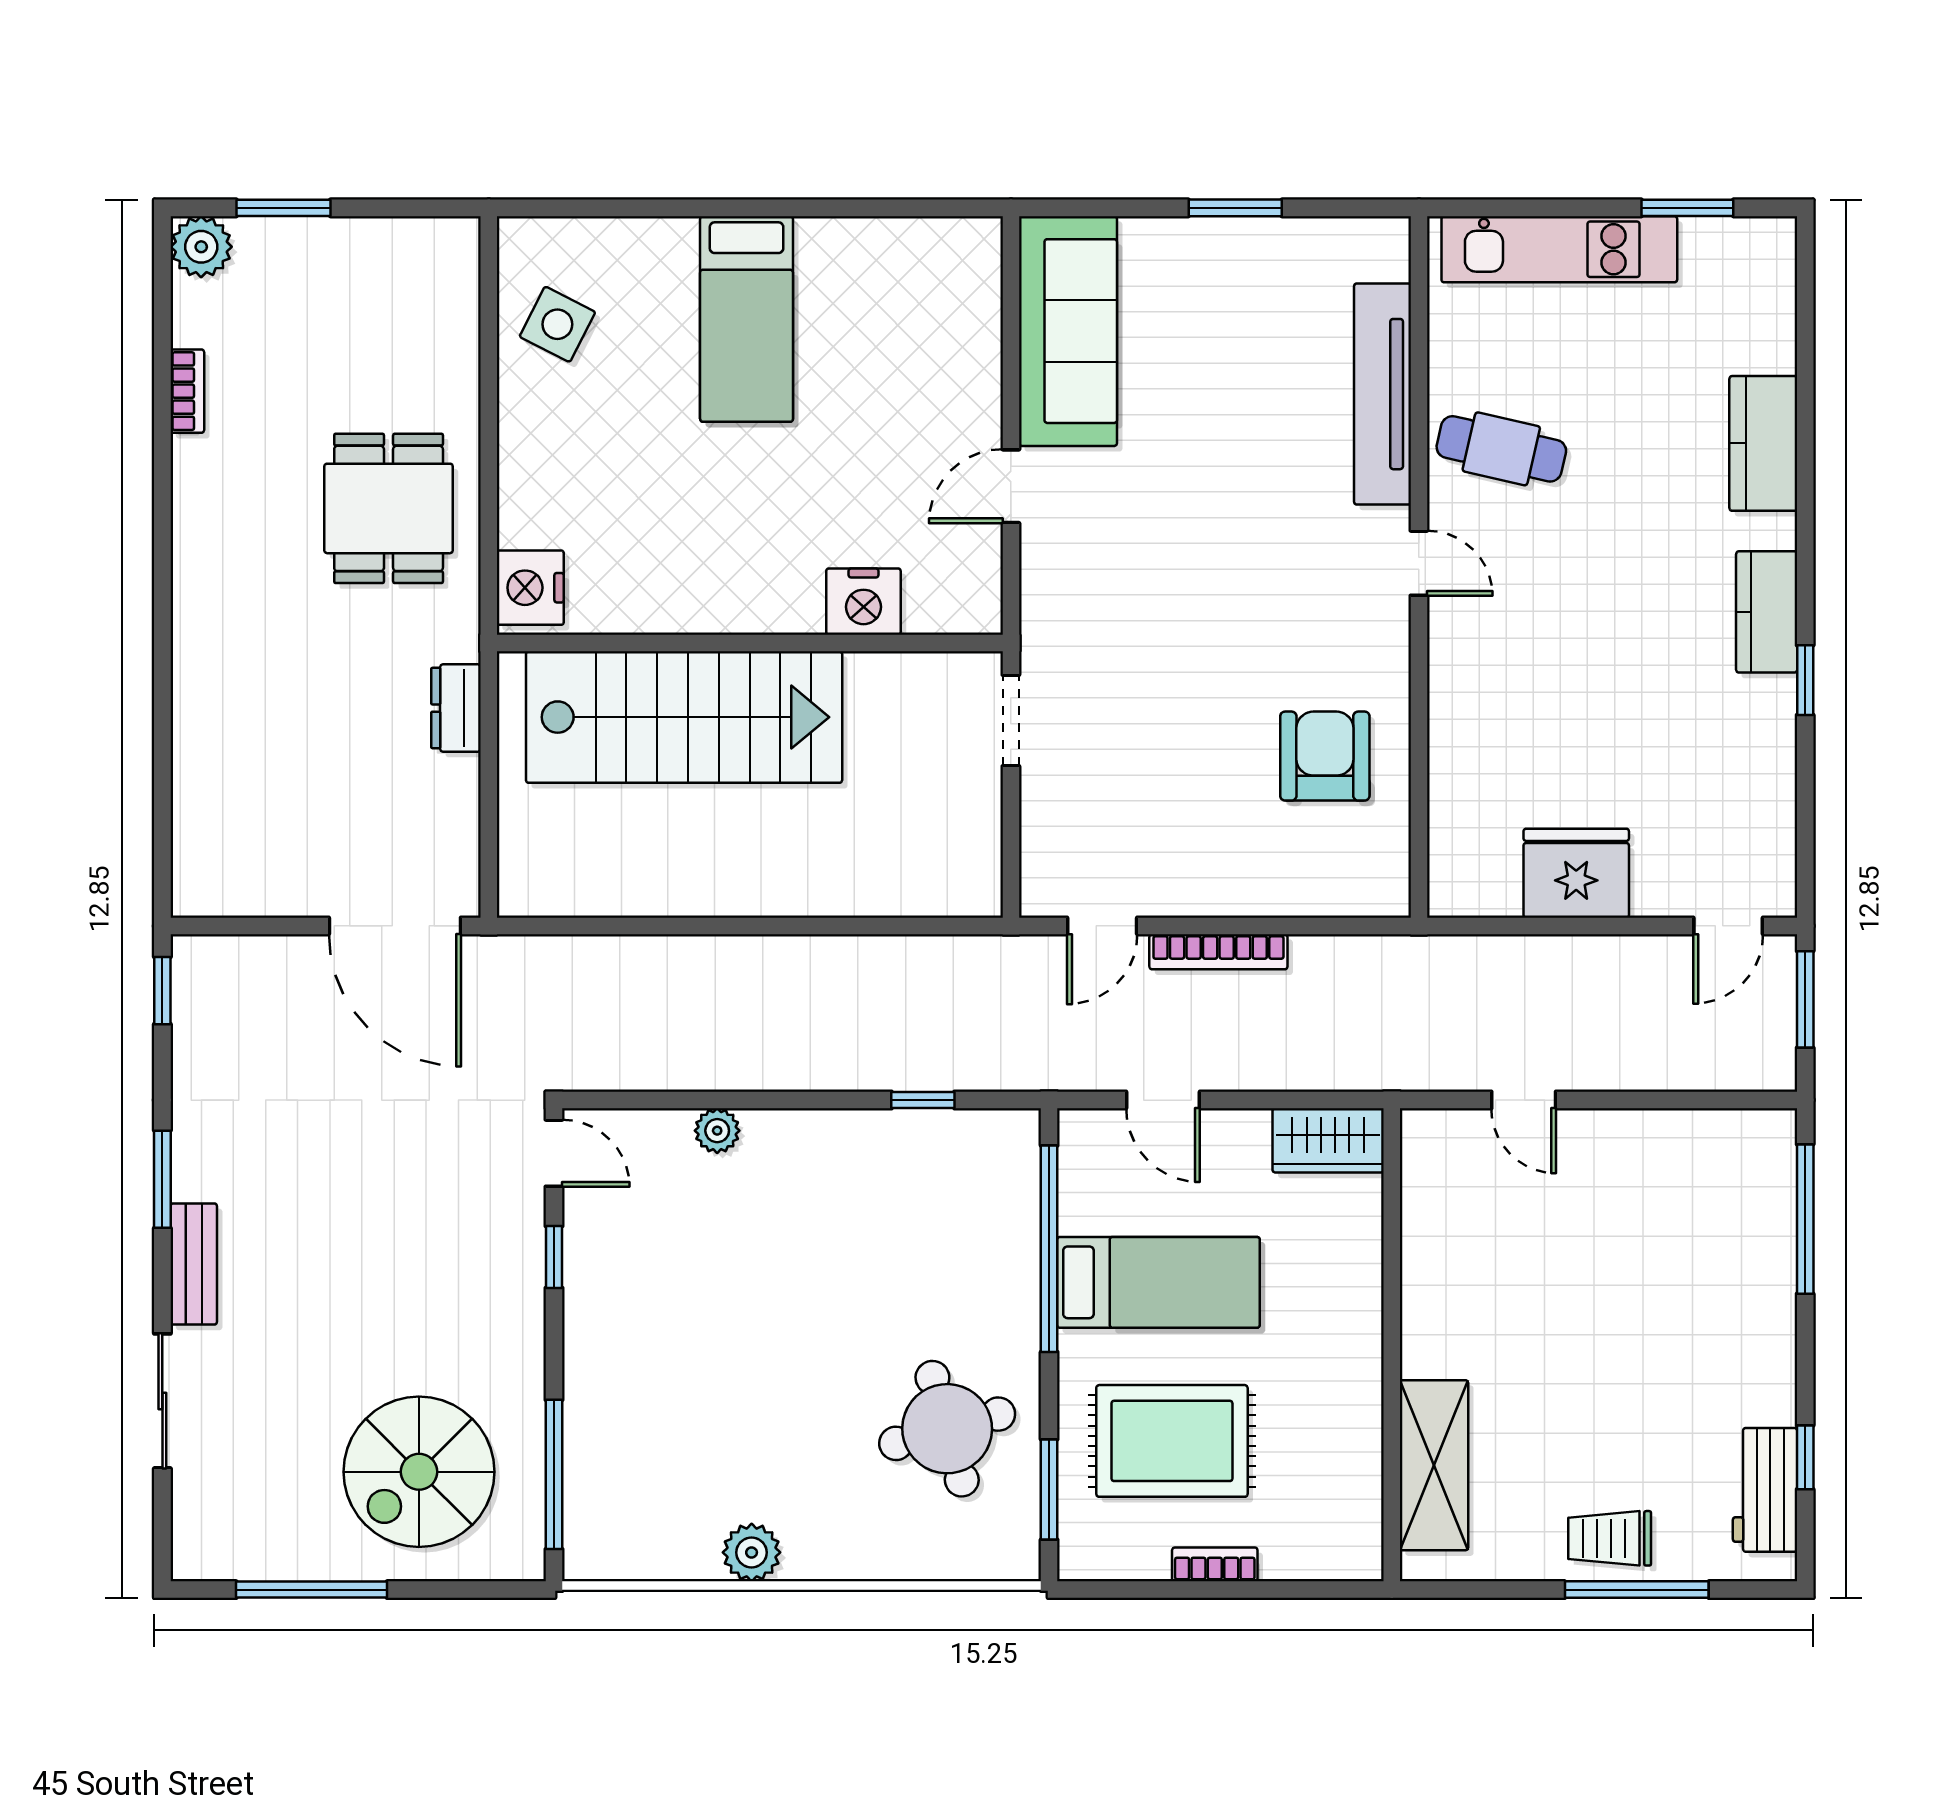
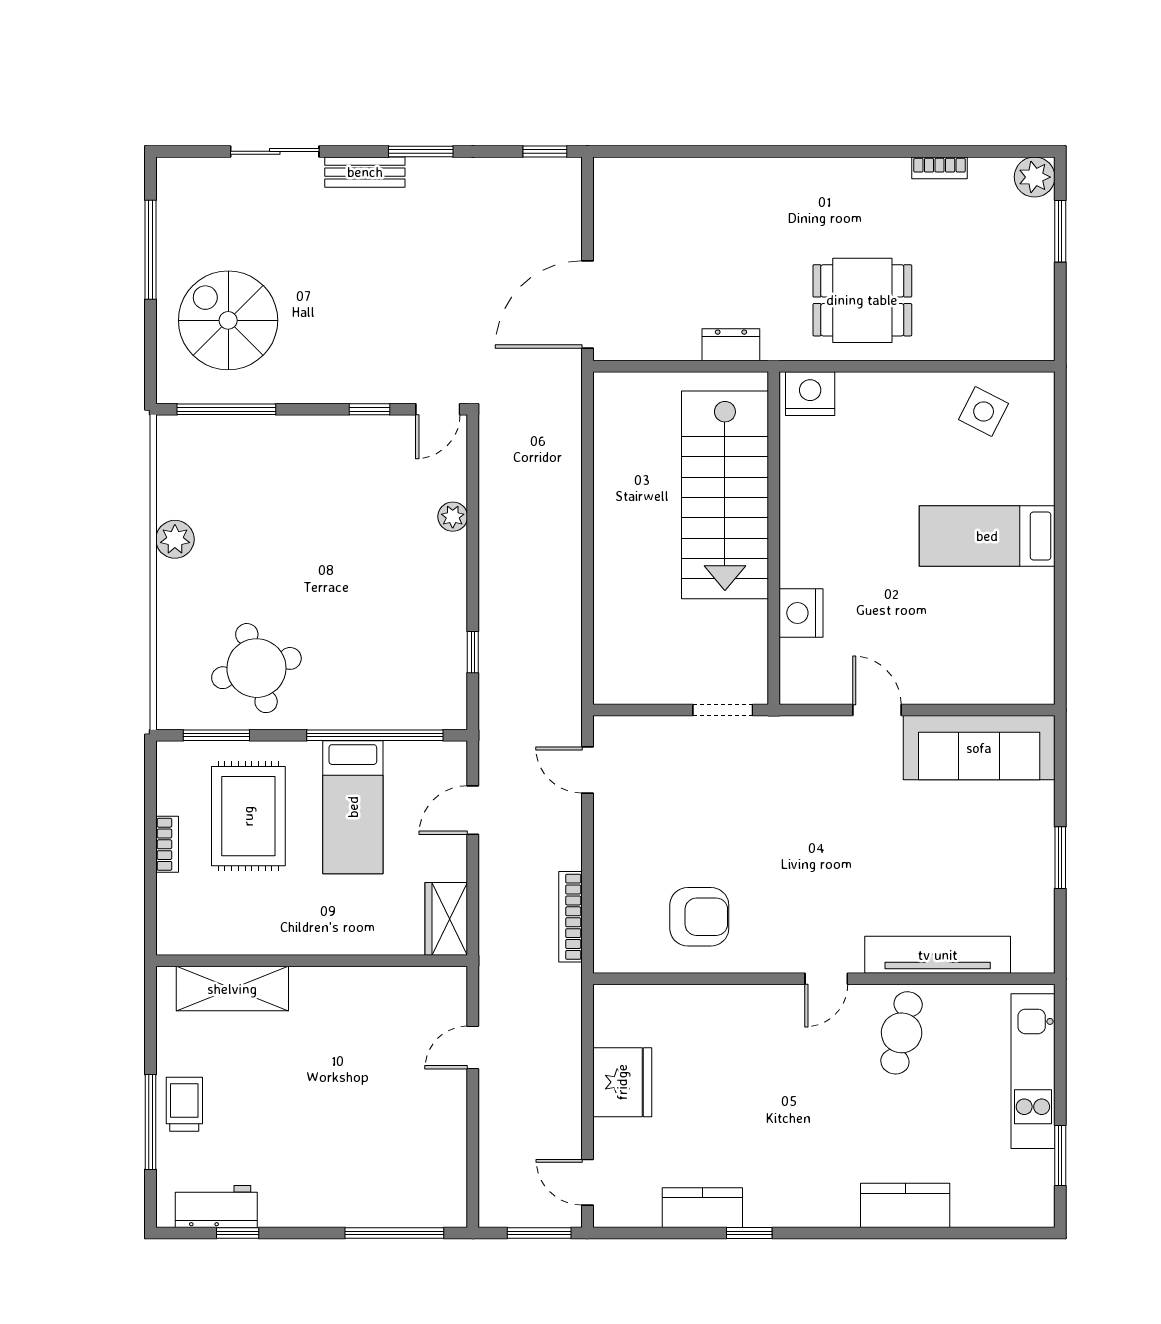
kitchen counter: (1767, 612) -> (702, 1208), moved
bookcase: (1218, 952) -> (570, 917), moved

